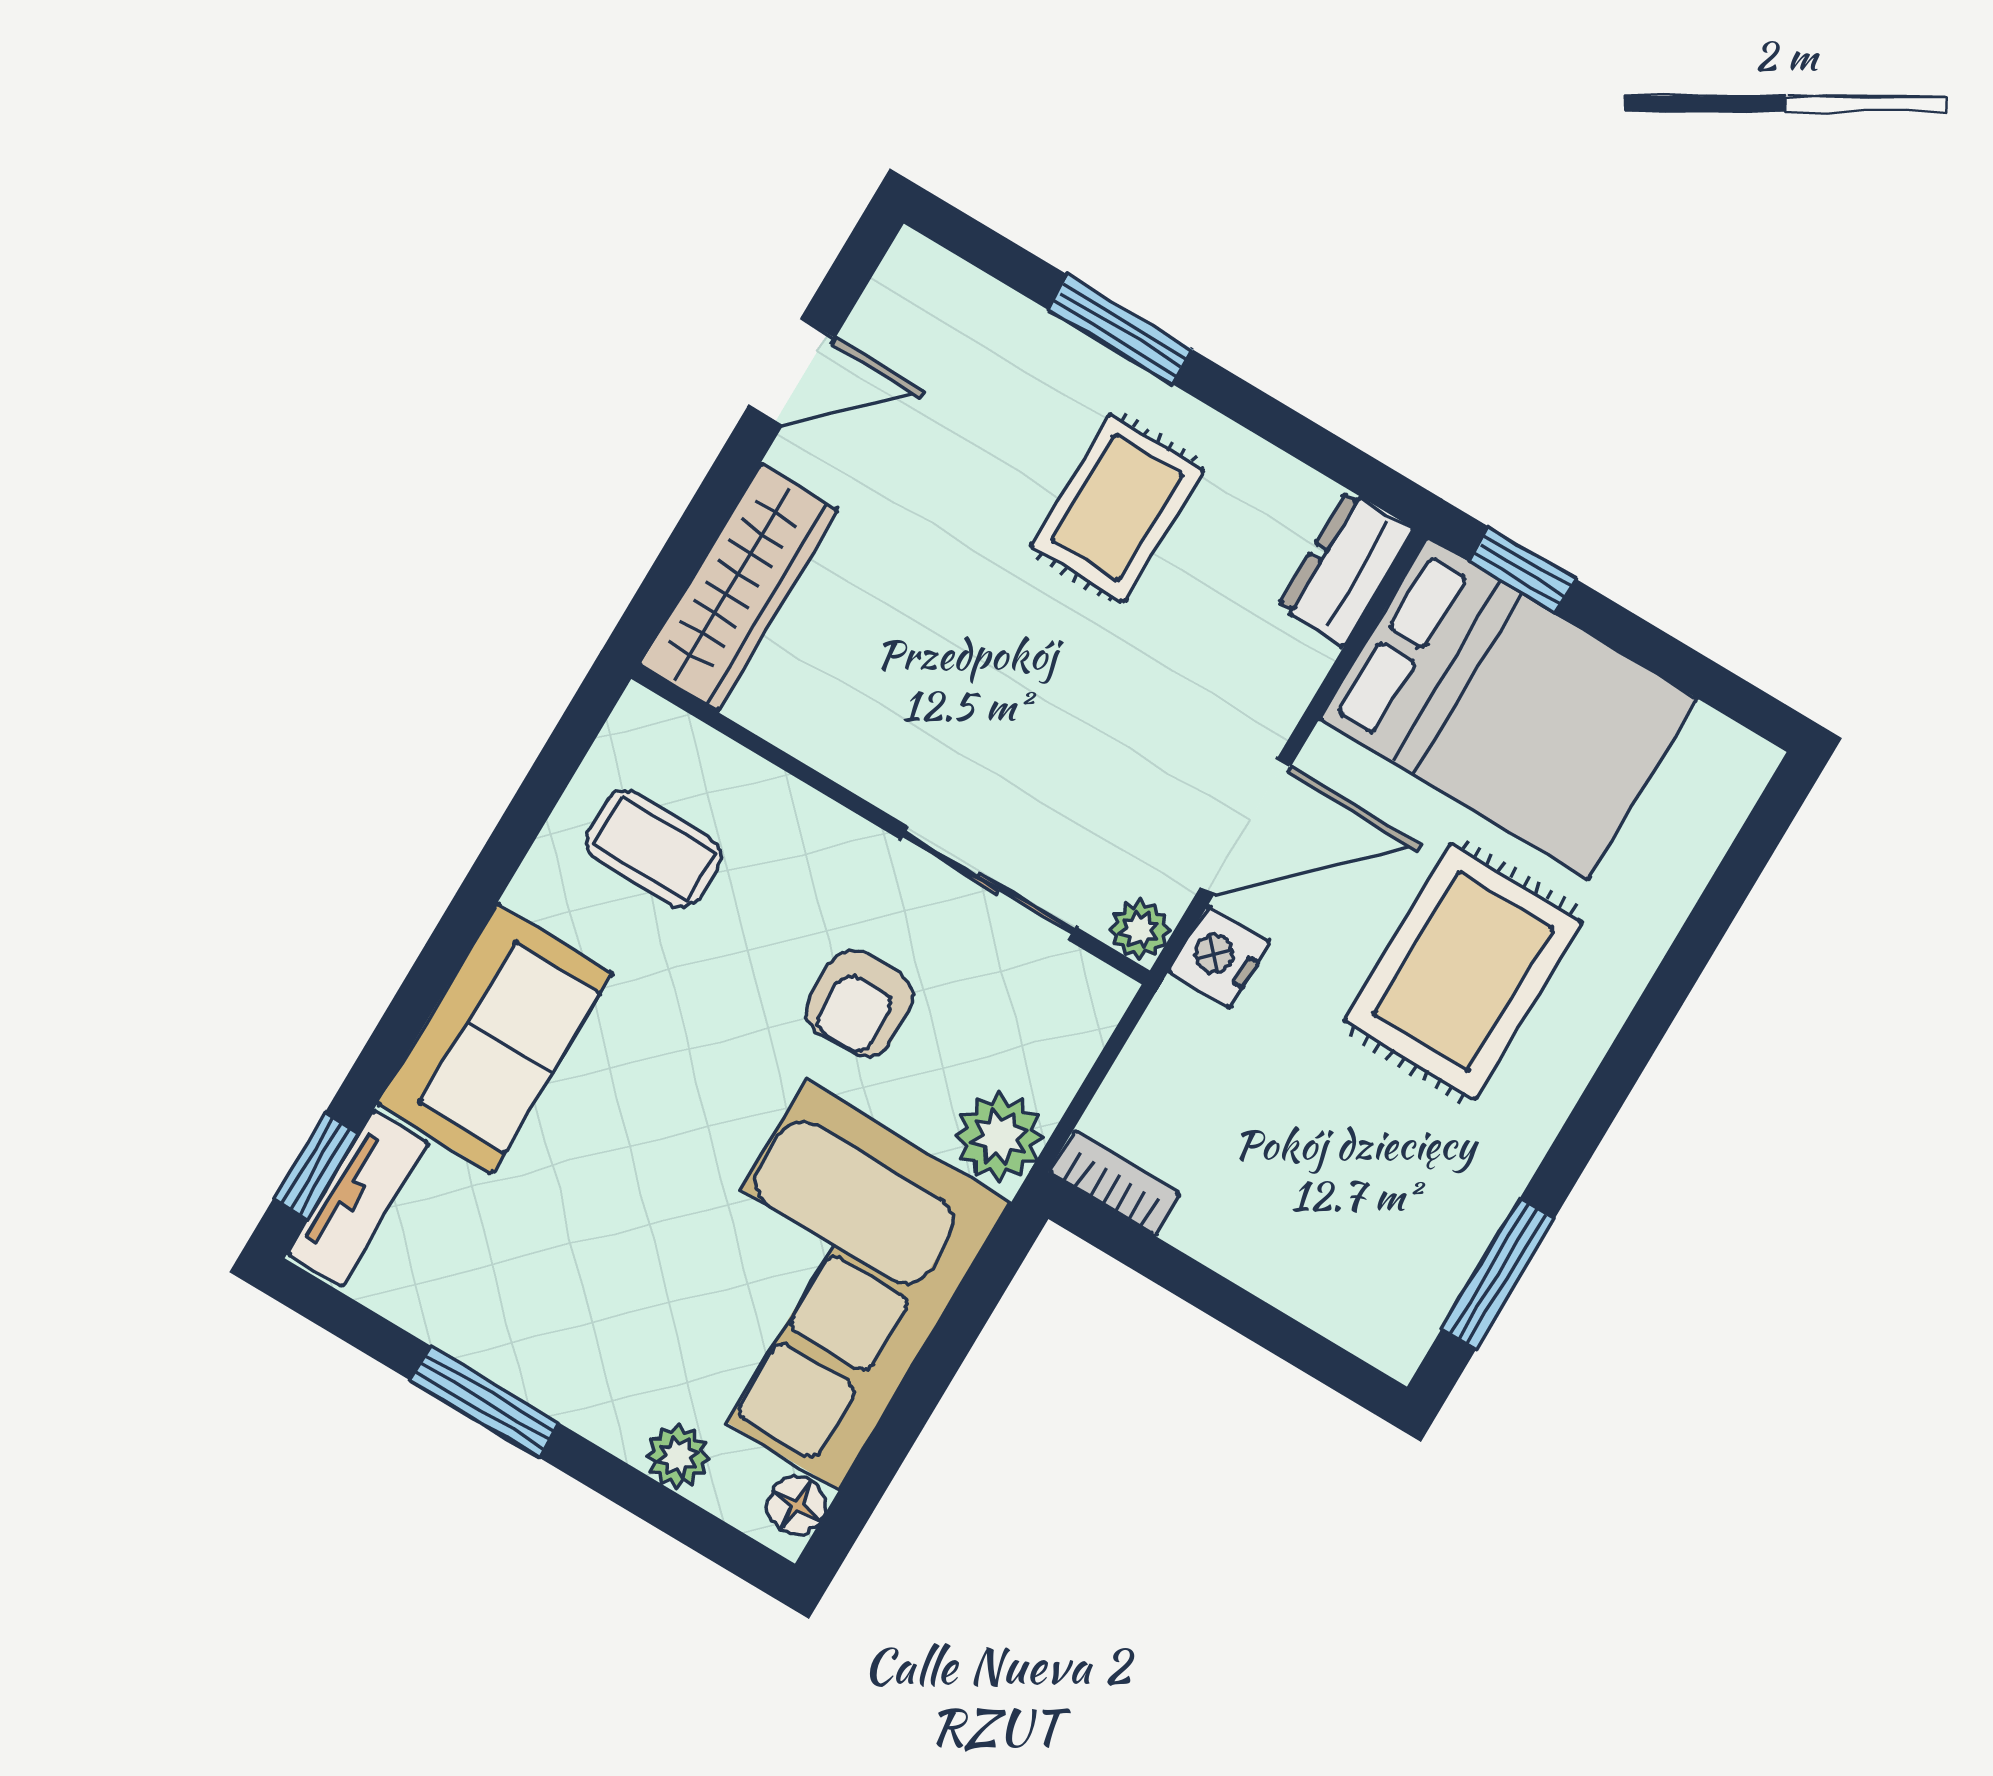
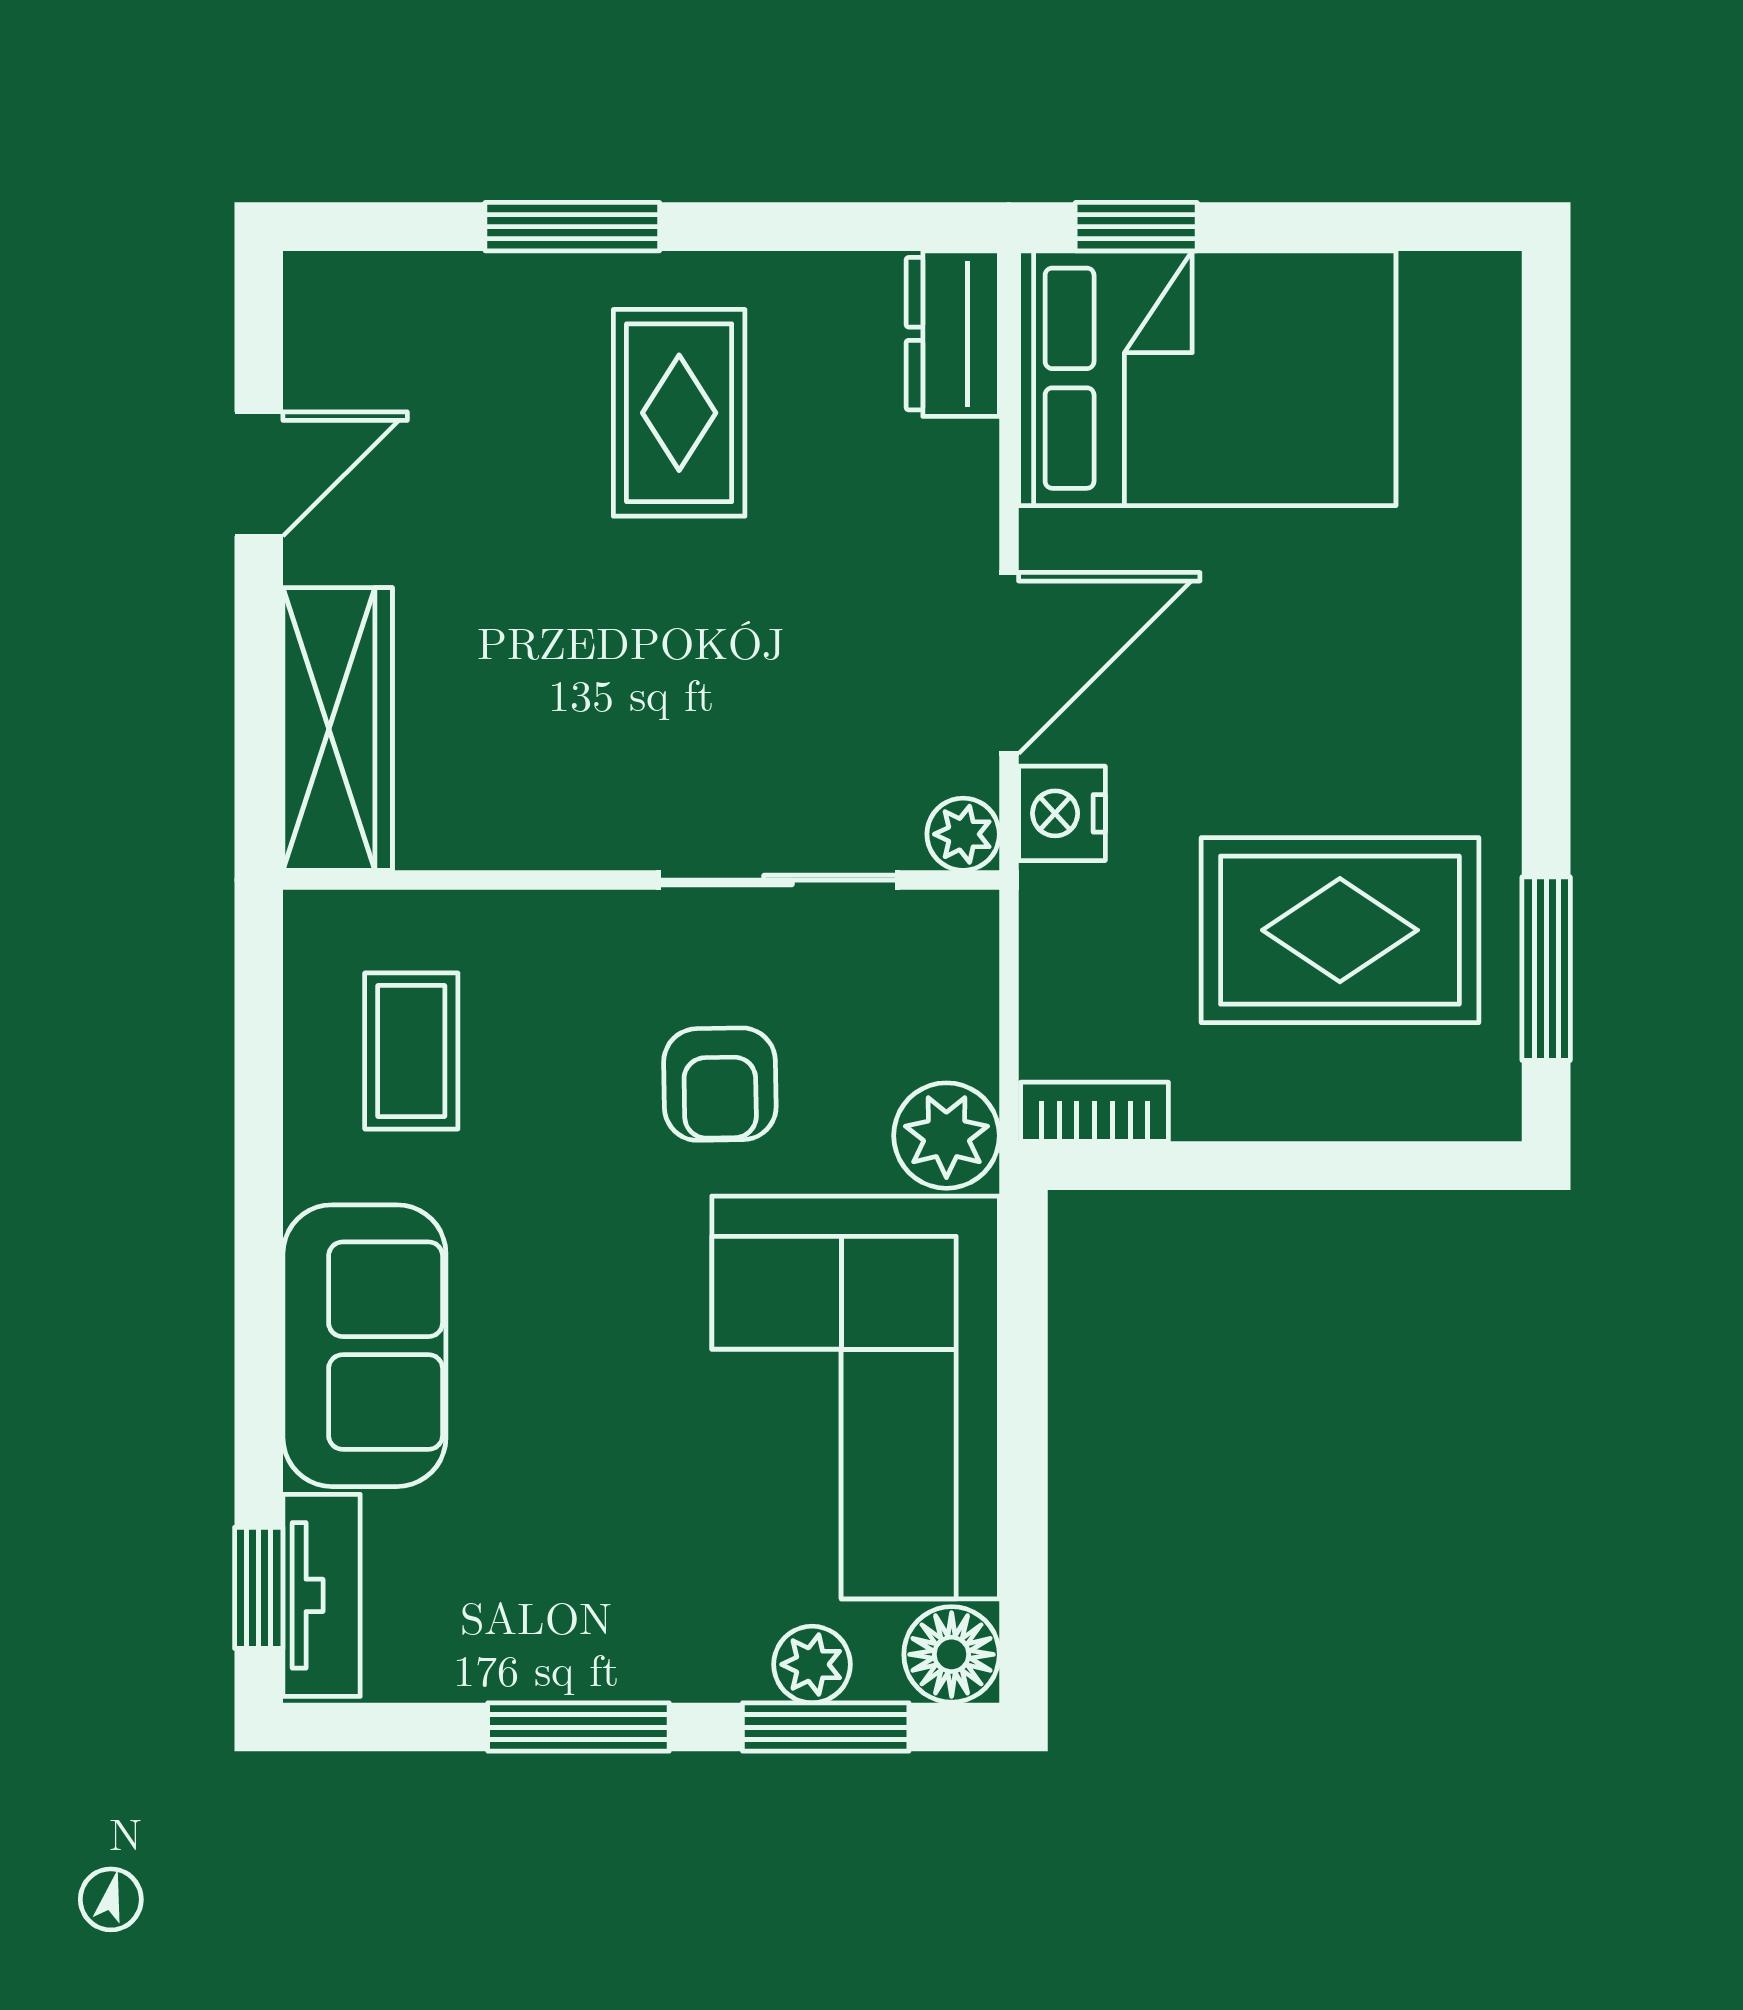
coffee table: (654, 849) -> (411, 1051), turned 90
rug: (1463, 971) -> (1340, 930), moved, turned 90
floor lamp: (796, 1505) -> (952, 1654), width x1.37, depth x1.37
window: (661, 1507) -> (826, 1727), added

